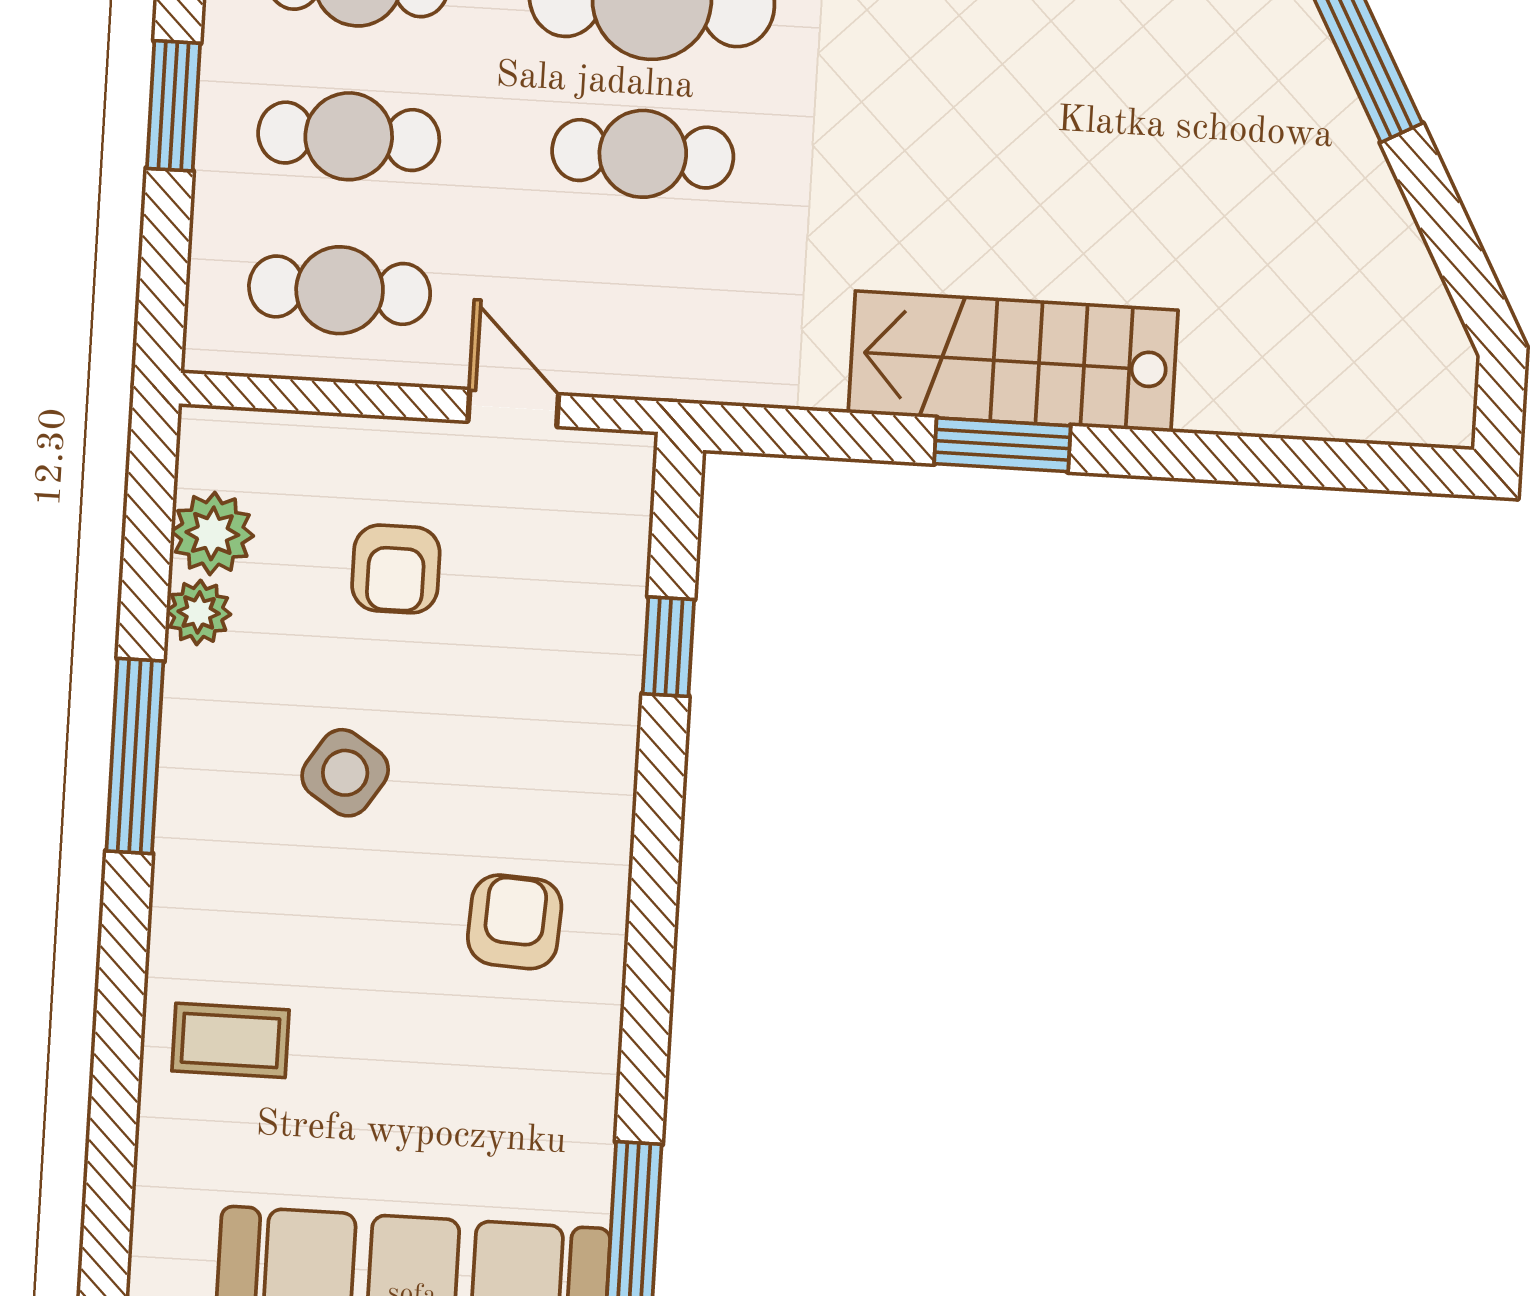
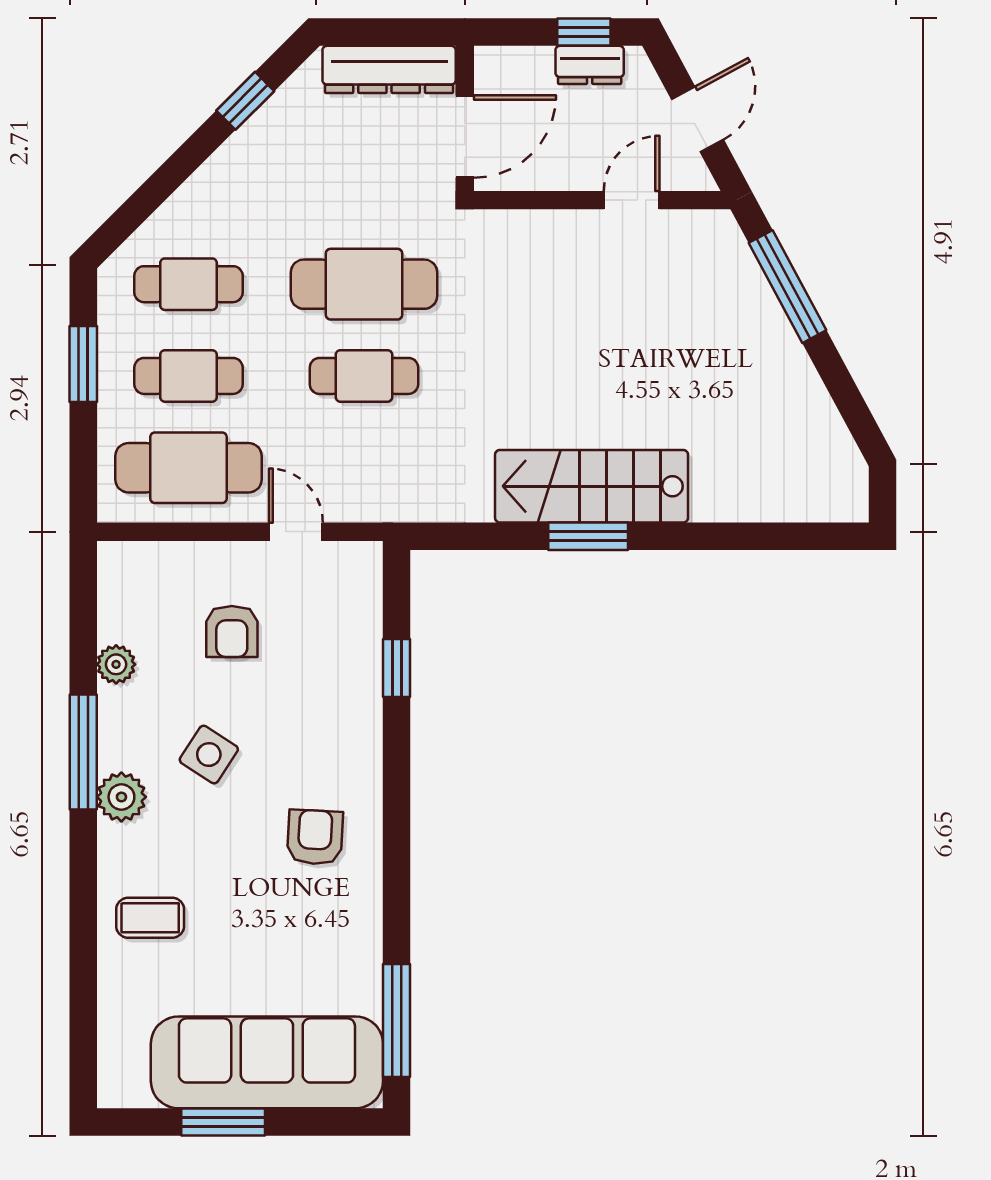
cafe table: (340, 290) -> (189, 468), width x1.37, depth x1.35
plant: (212, 533) -> (121, 797), moved

